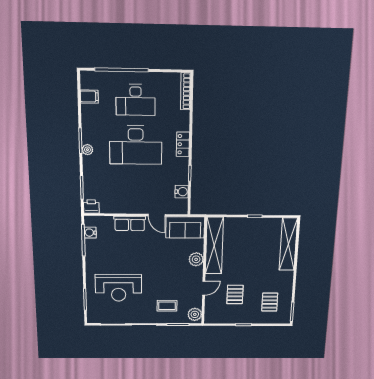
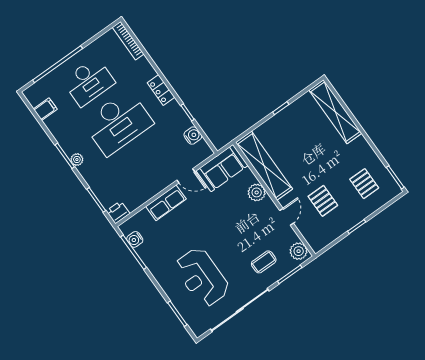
reception desk: (119, 288) -> (202, 277), turned 90

